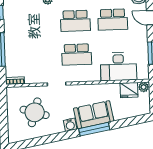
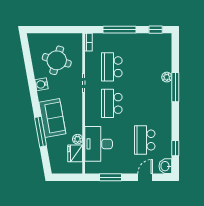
school desk: (75, 21) -> (112, 67), moved
plant: (144, 87) -> (78, 139), moved
water cooler: (70, 125) -> (42, 84), moved
window: (94, 129) -> (41, 132), moved

